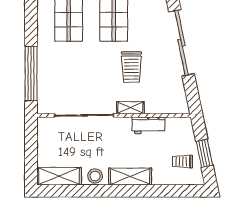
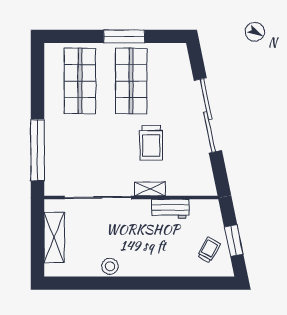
trolley: (182, 162) -> (209, 250), turned 119
shelving: (59, 176) -> (54, 237), moved, turned 90
shelving: (130, 176) -> (150, 267), removed

